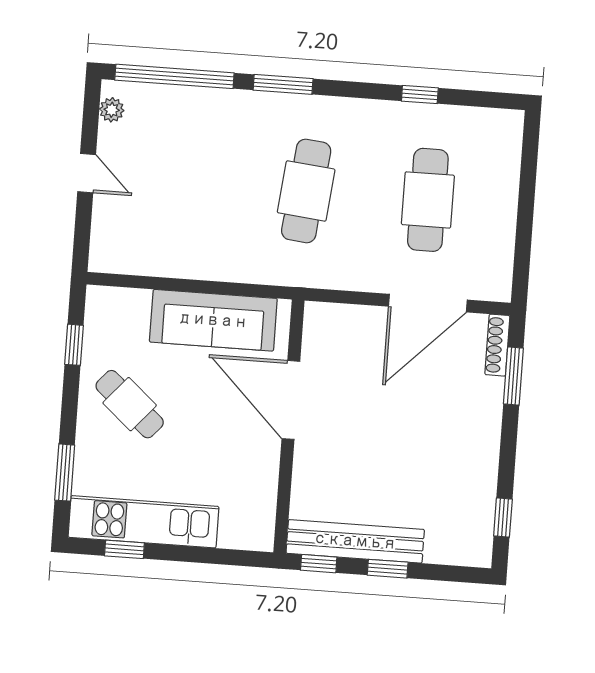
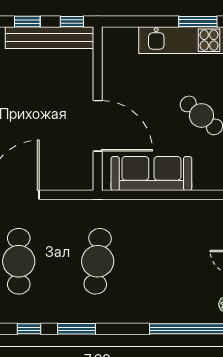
window: (283, 84) -> (77, 329), moved
window: (124, 549) -> (198, 22), width x1.50

